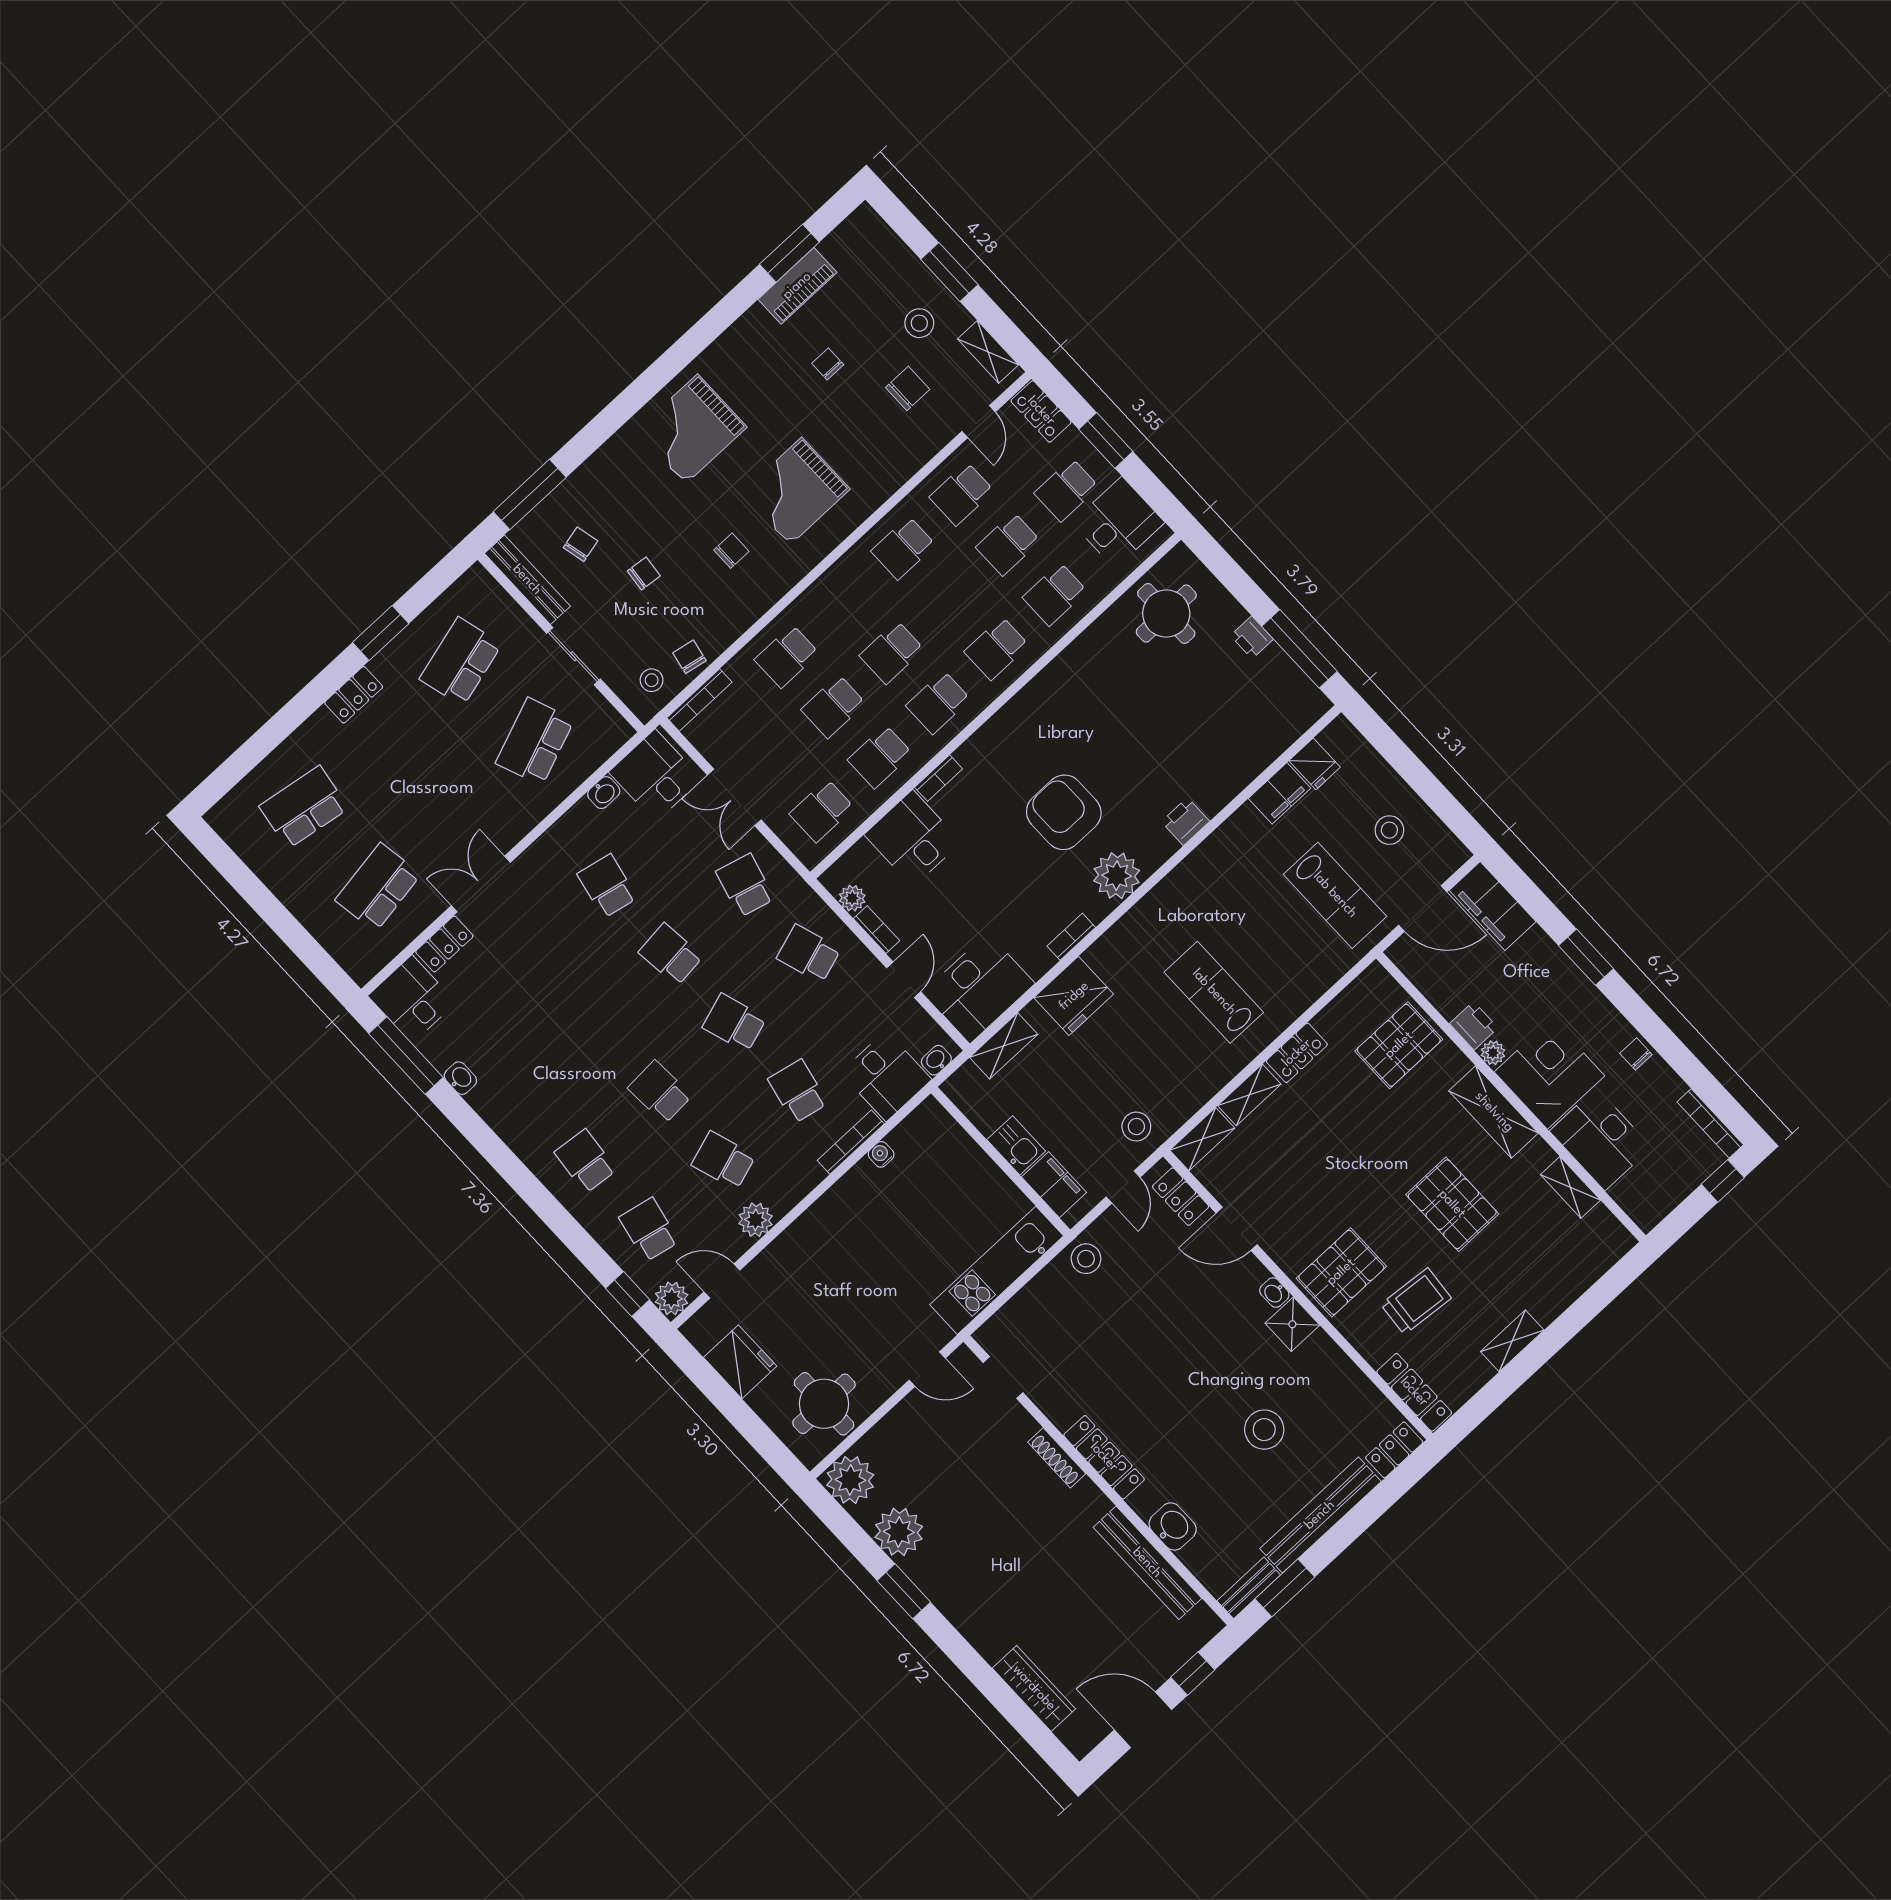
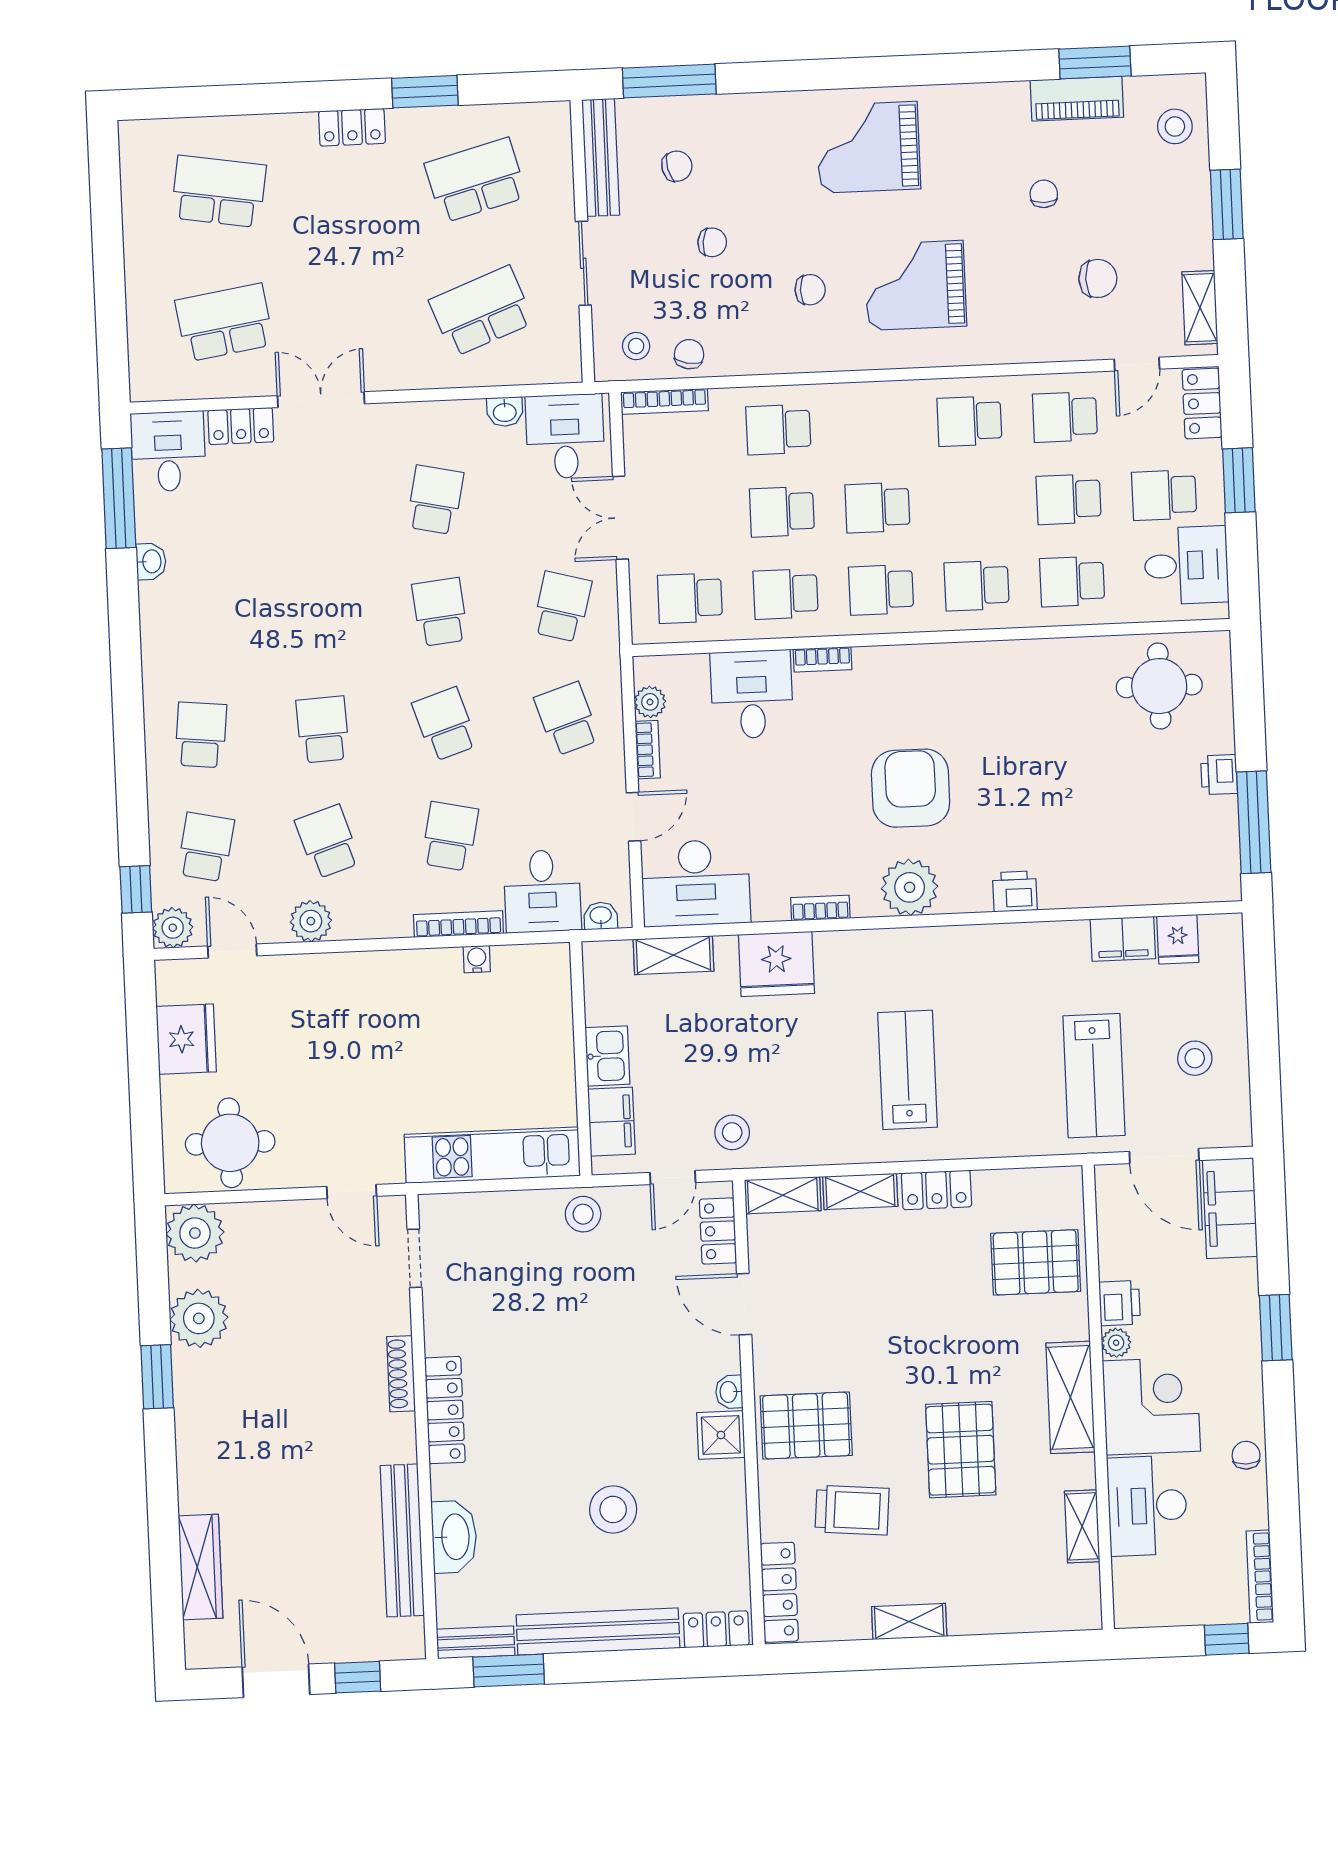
stool: (919, 323) -> (1175, 126), moved
washbasin: (1173, 1526) -> (454, 1537), width x1.38

